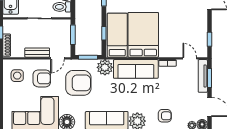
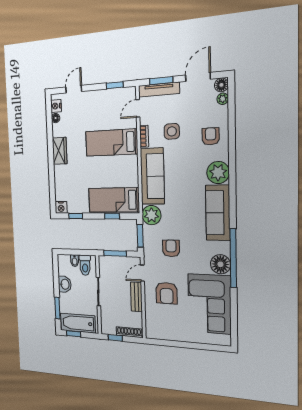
bed: (143, 35) -> (111, 143), moved, width x0.67
door: (57, 58) -> (142, 273), swing flipped
side table: (17, 76) -> (172, 131), moved
armchair: (42, 78) -> (167, 293), turned 180
armchair: (78, 83) -> (171, 248), width x0.53, depth x0.53

